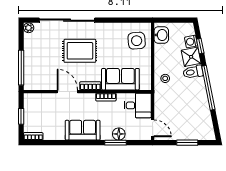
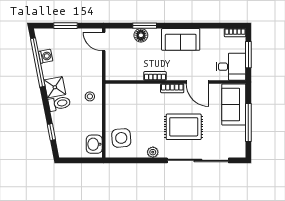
plant: (29, 28) -> (153, 152), moved
washing machine: (191, 42) -> (46, 56), moved
shower: (191, 57) -> (55, 87), moved
window: (21, 68) -> (248, 123), moved
sofa: (120, 79) -> (234, 105), moved, turned 90
window: (208, 88) -> (38, 62), moved
desk: (138, 105) -> (231, 67), moved, turned 180
window: (21, 116) -> (248, 55), width x1.50

